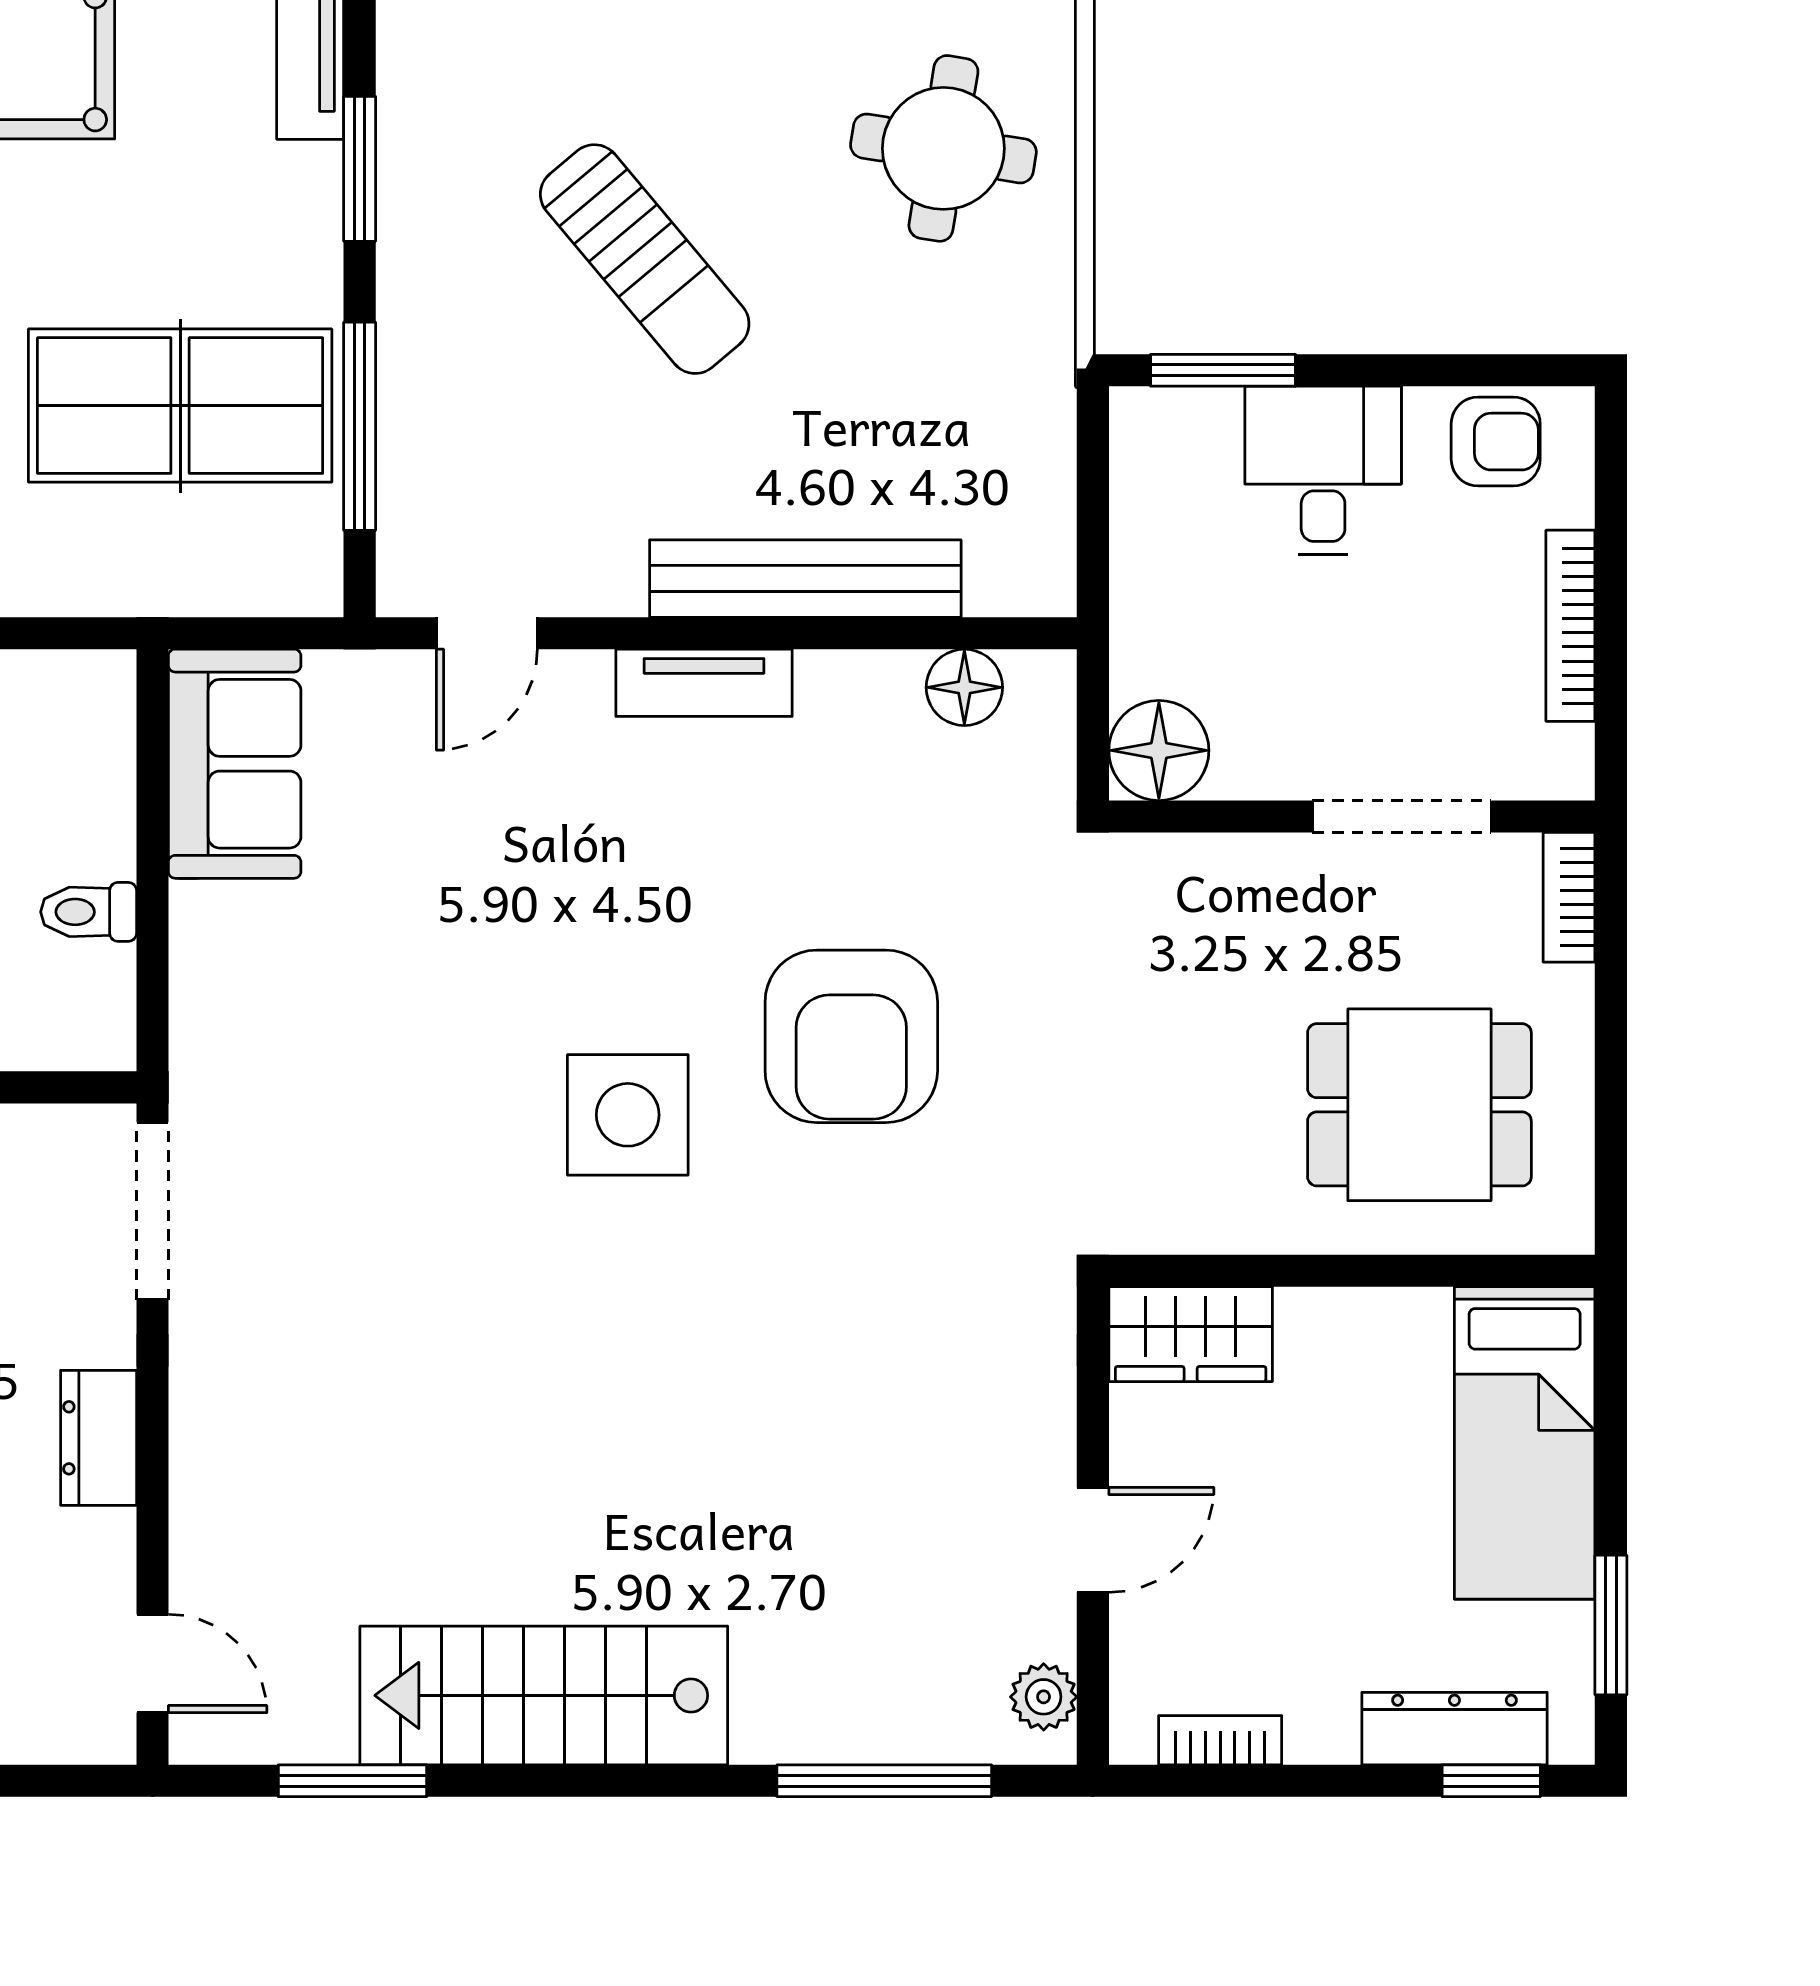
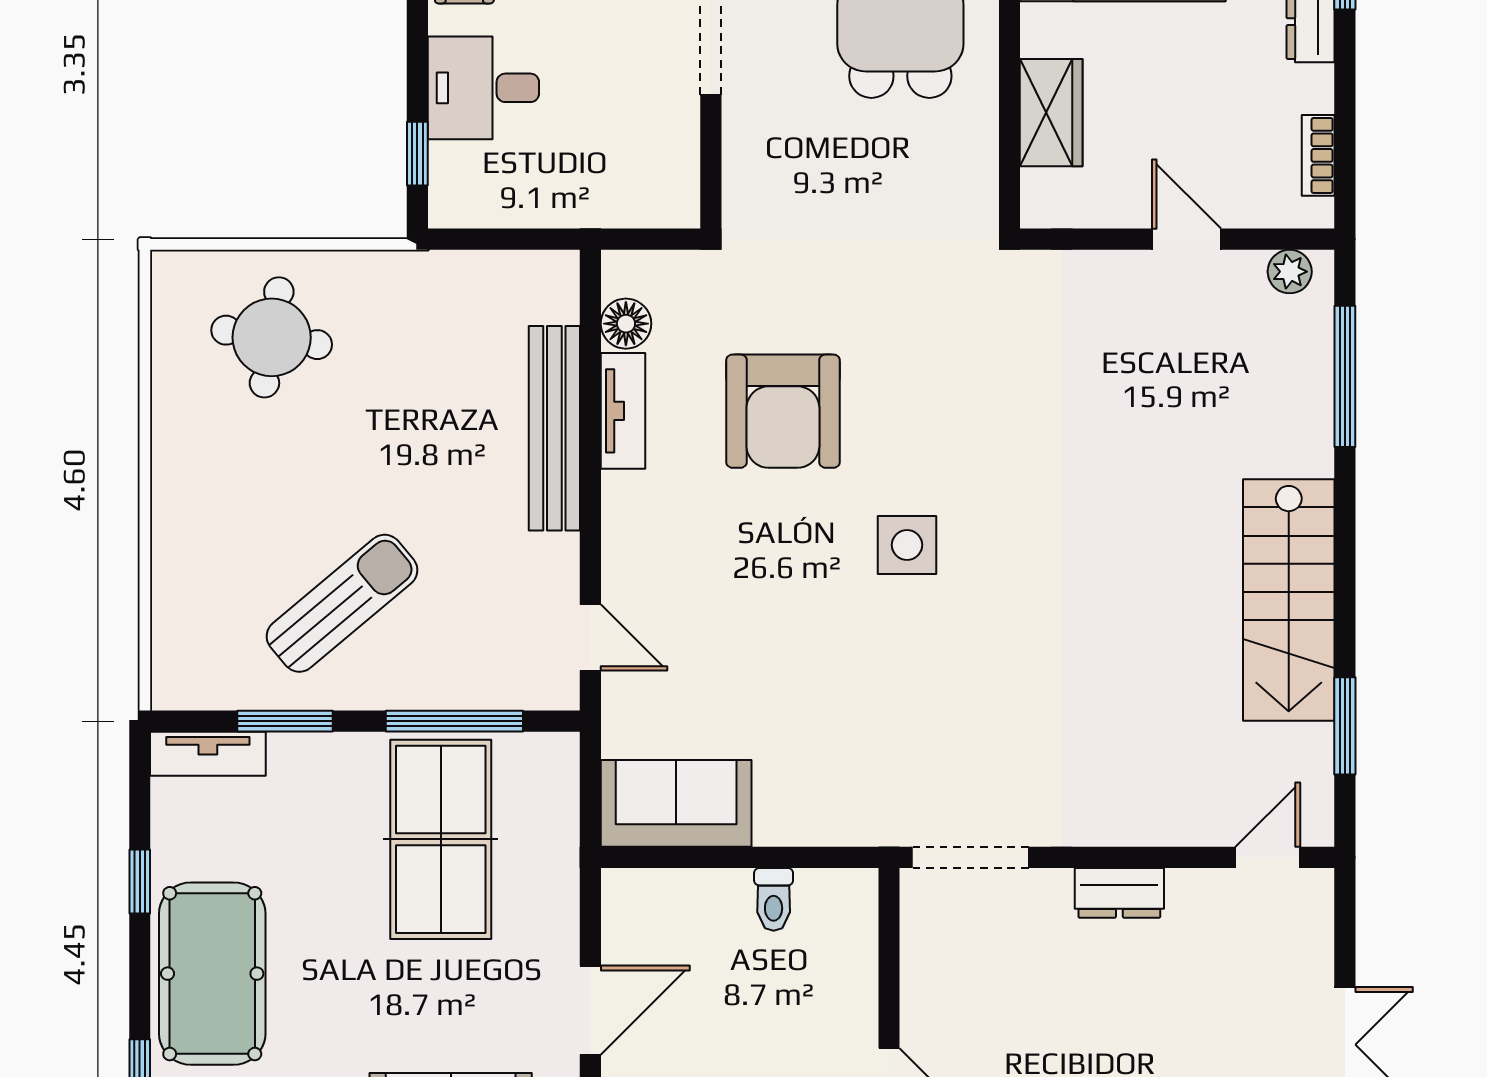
sun lounger: (645, 259) -> (342, 603), moved
window: (1223, 370) -> (417, 154), width x0.67
tv unit: (704, 683) -> (623, 411), moved
floor lamp: (1159, 750) -> (667, 196), removed
armchair: (851, 1036) -> (783, 411), moved, turned 90
side table: (628, 1115) -> (907, 545), width x0.73, depth x0.73
wardrobe: (1191, 1334) -> (1051, 113), moved

